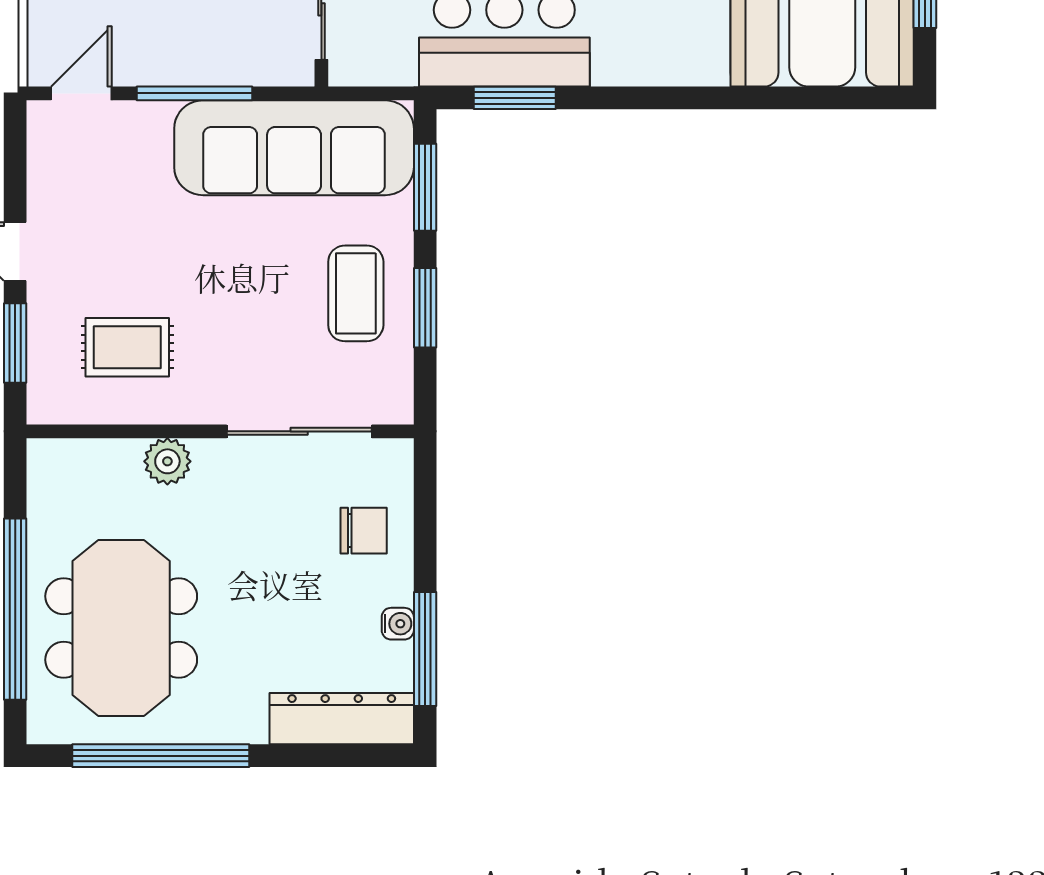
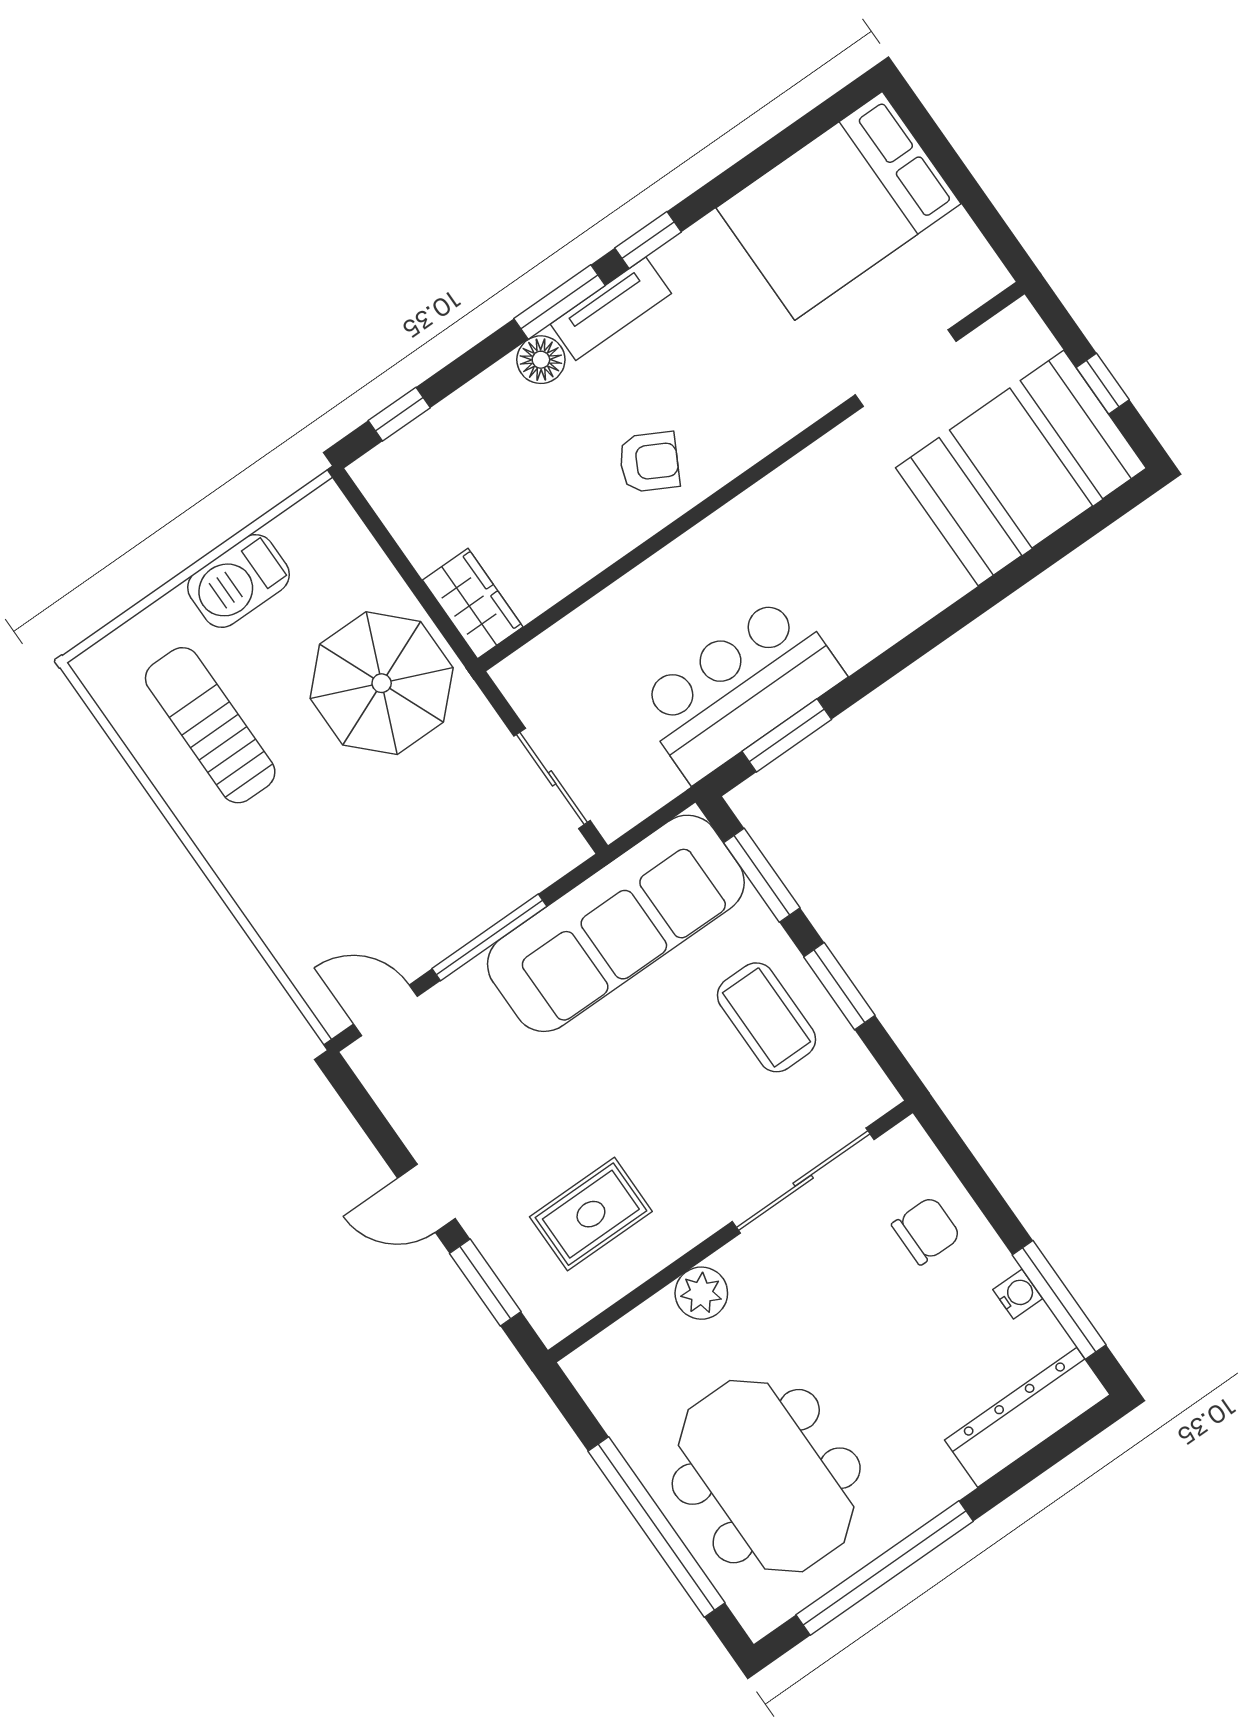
door: (81, 93) -> (385, 1010), hinge flipped

